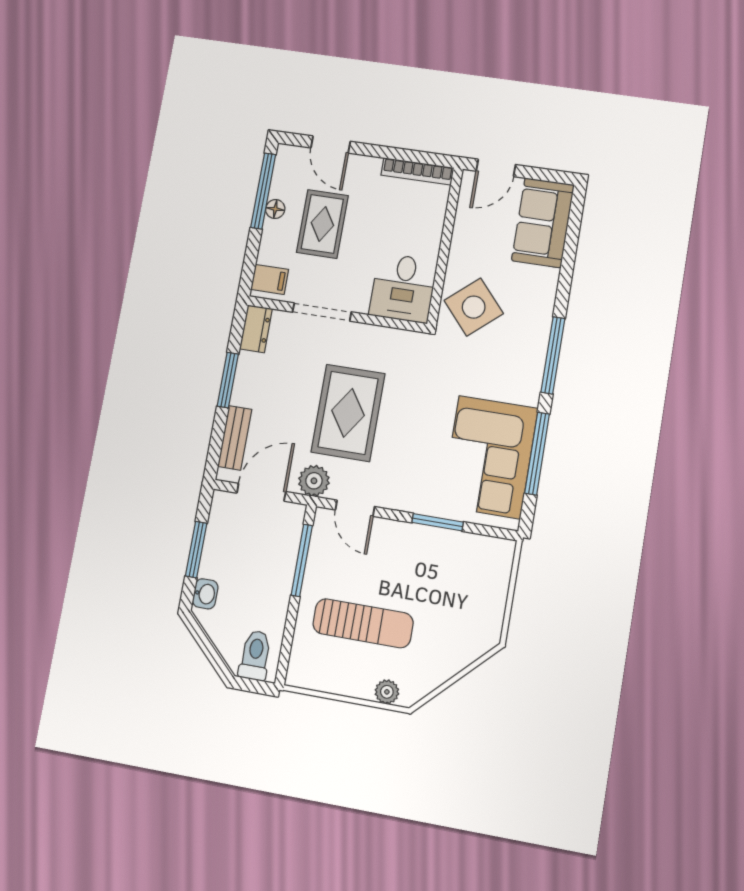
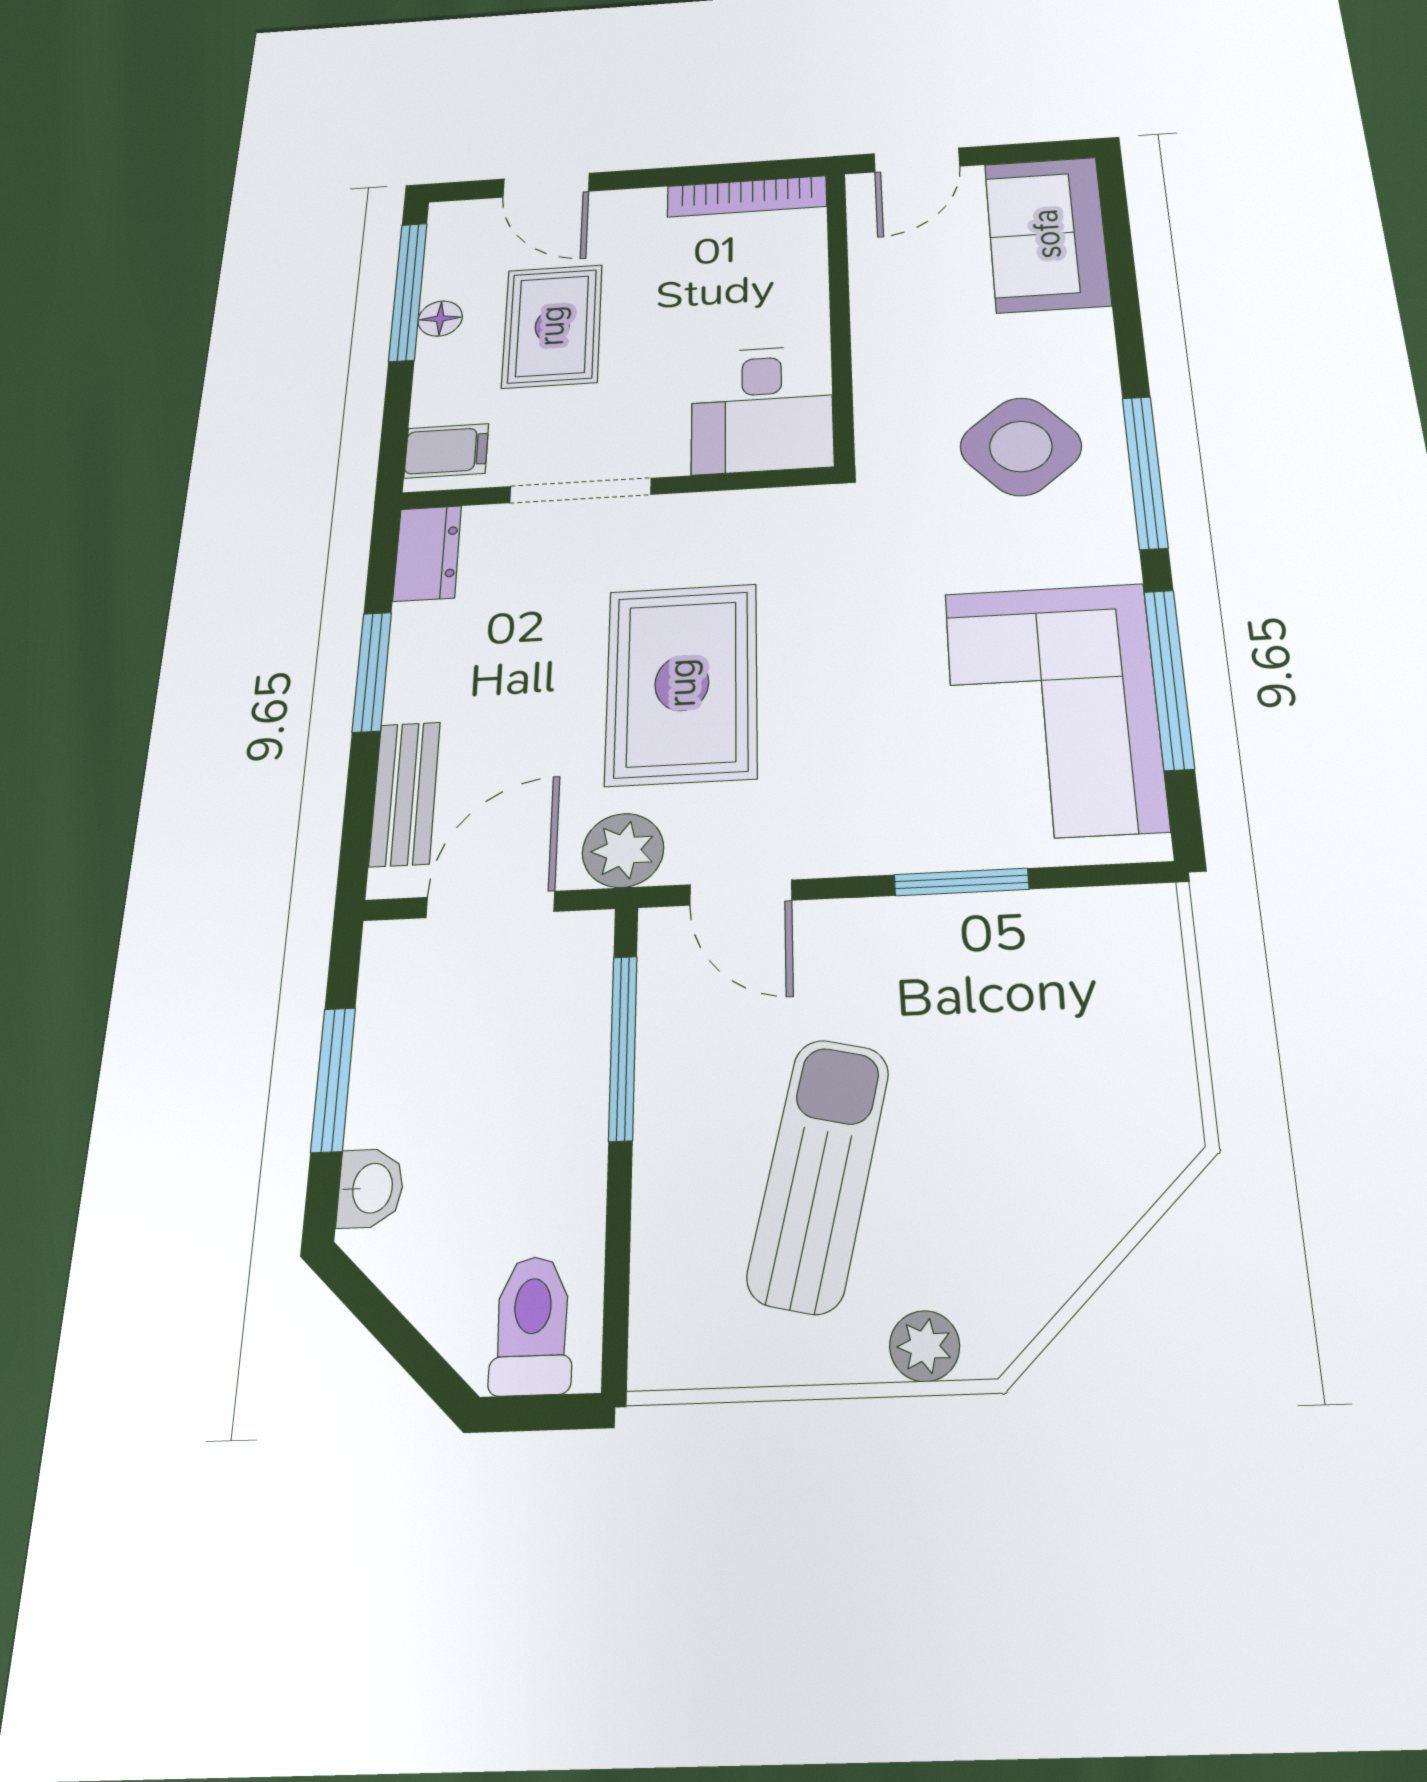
side table: (474, 307) -> (1021, 446), moved
sun lounger: (363, 623) -> (819, 1174), turned -77

